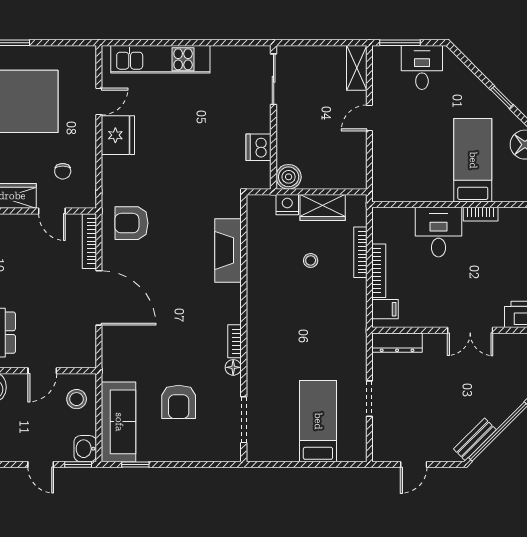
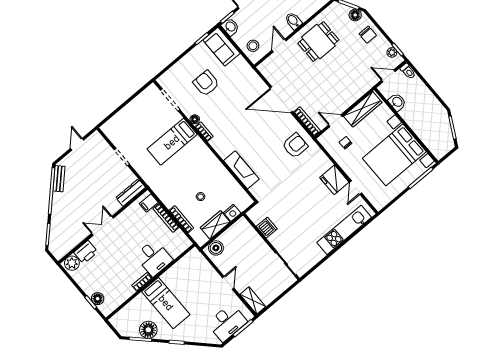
desk: (422, 67) -> (227, 322), width x1.37
boiler: (289, 177) -> (216, 248), moved
bed: (318, 421) -> (172, 142), moved, turned 90
sofa: (119, 422) -> (221, 47), width x0.73

